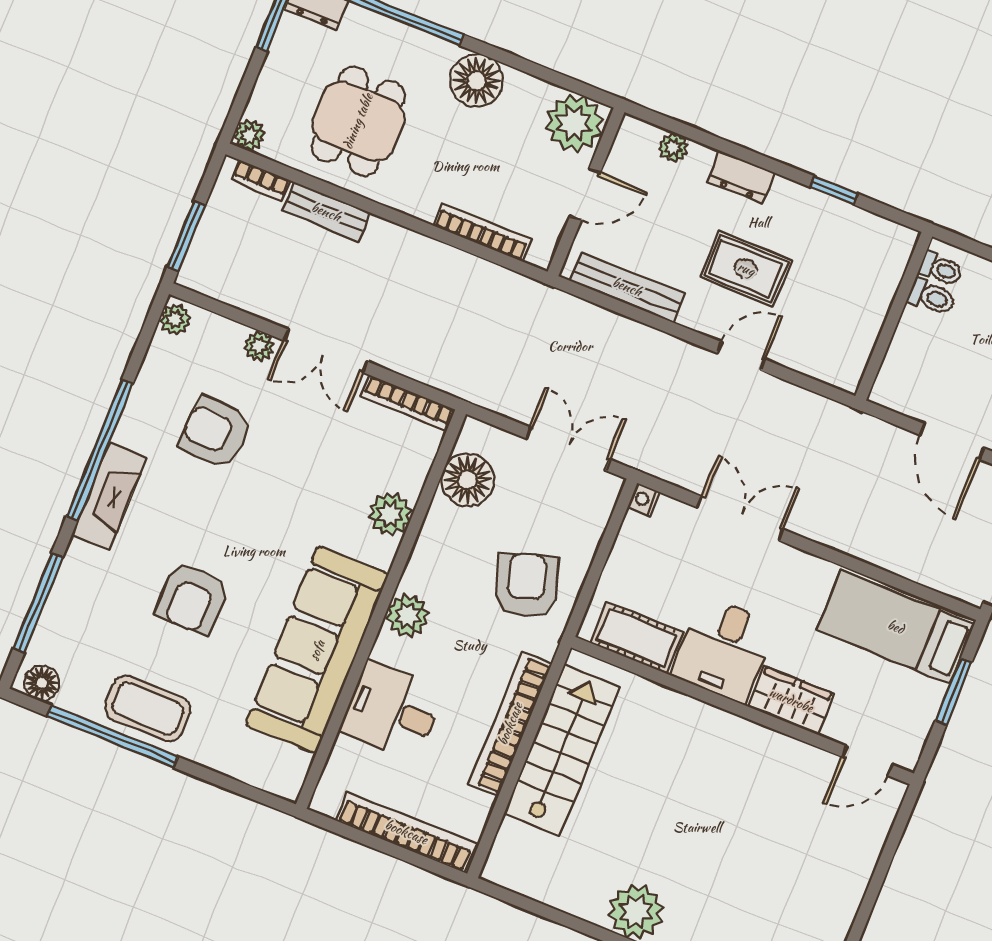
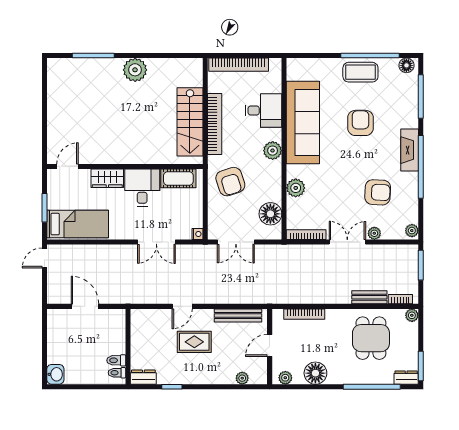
floor lamp: (476, 81) -> (315, 373), moved
plant: (574, 123) -> (285, 378), width x0.53, depth x0.53
dresser: (741, 177) -> (143, 377), moved

